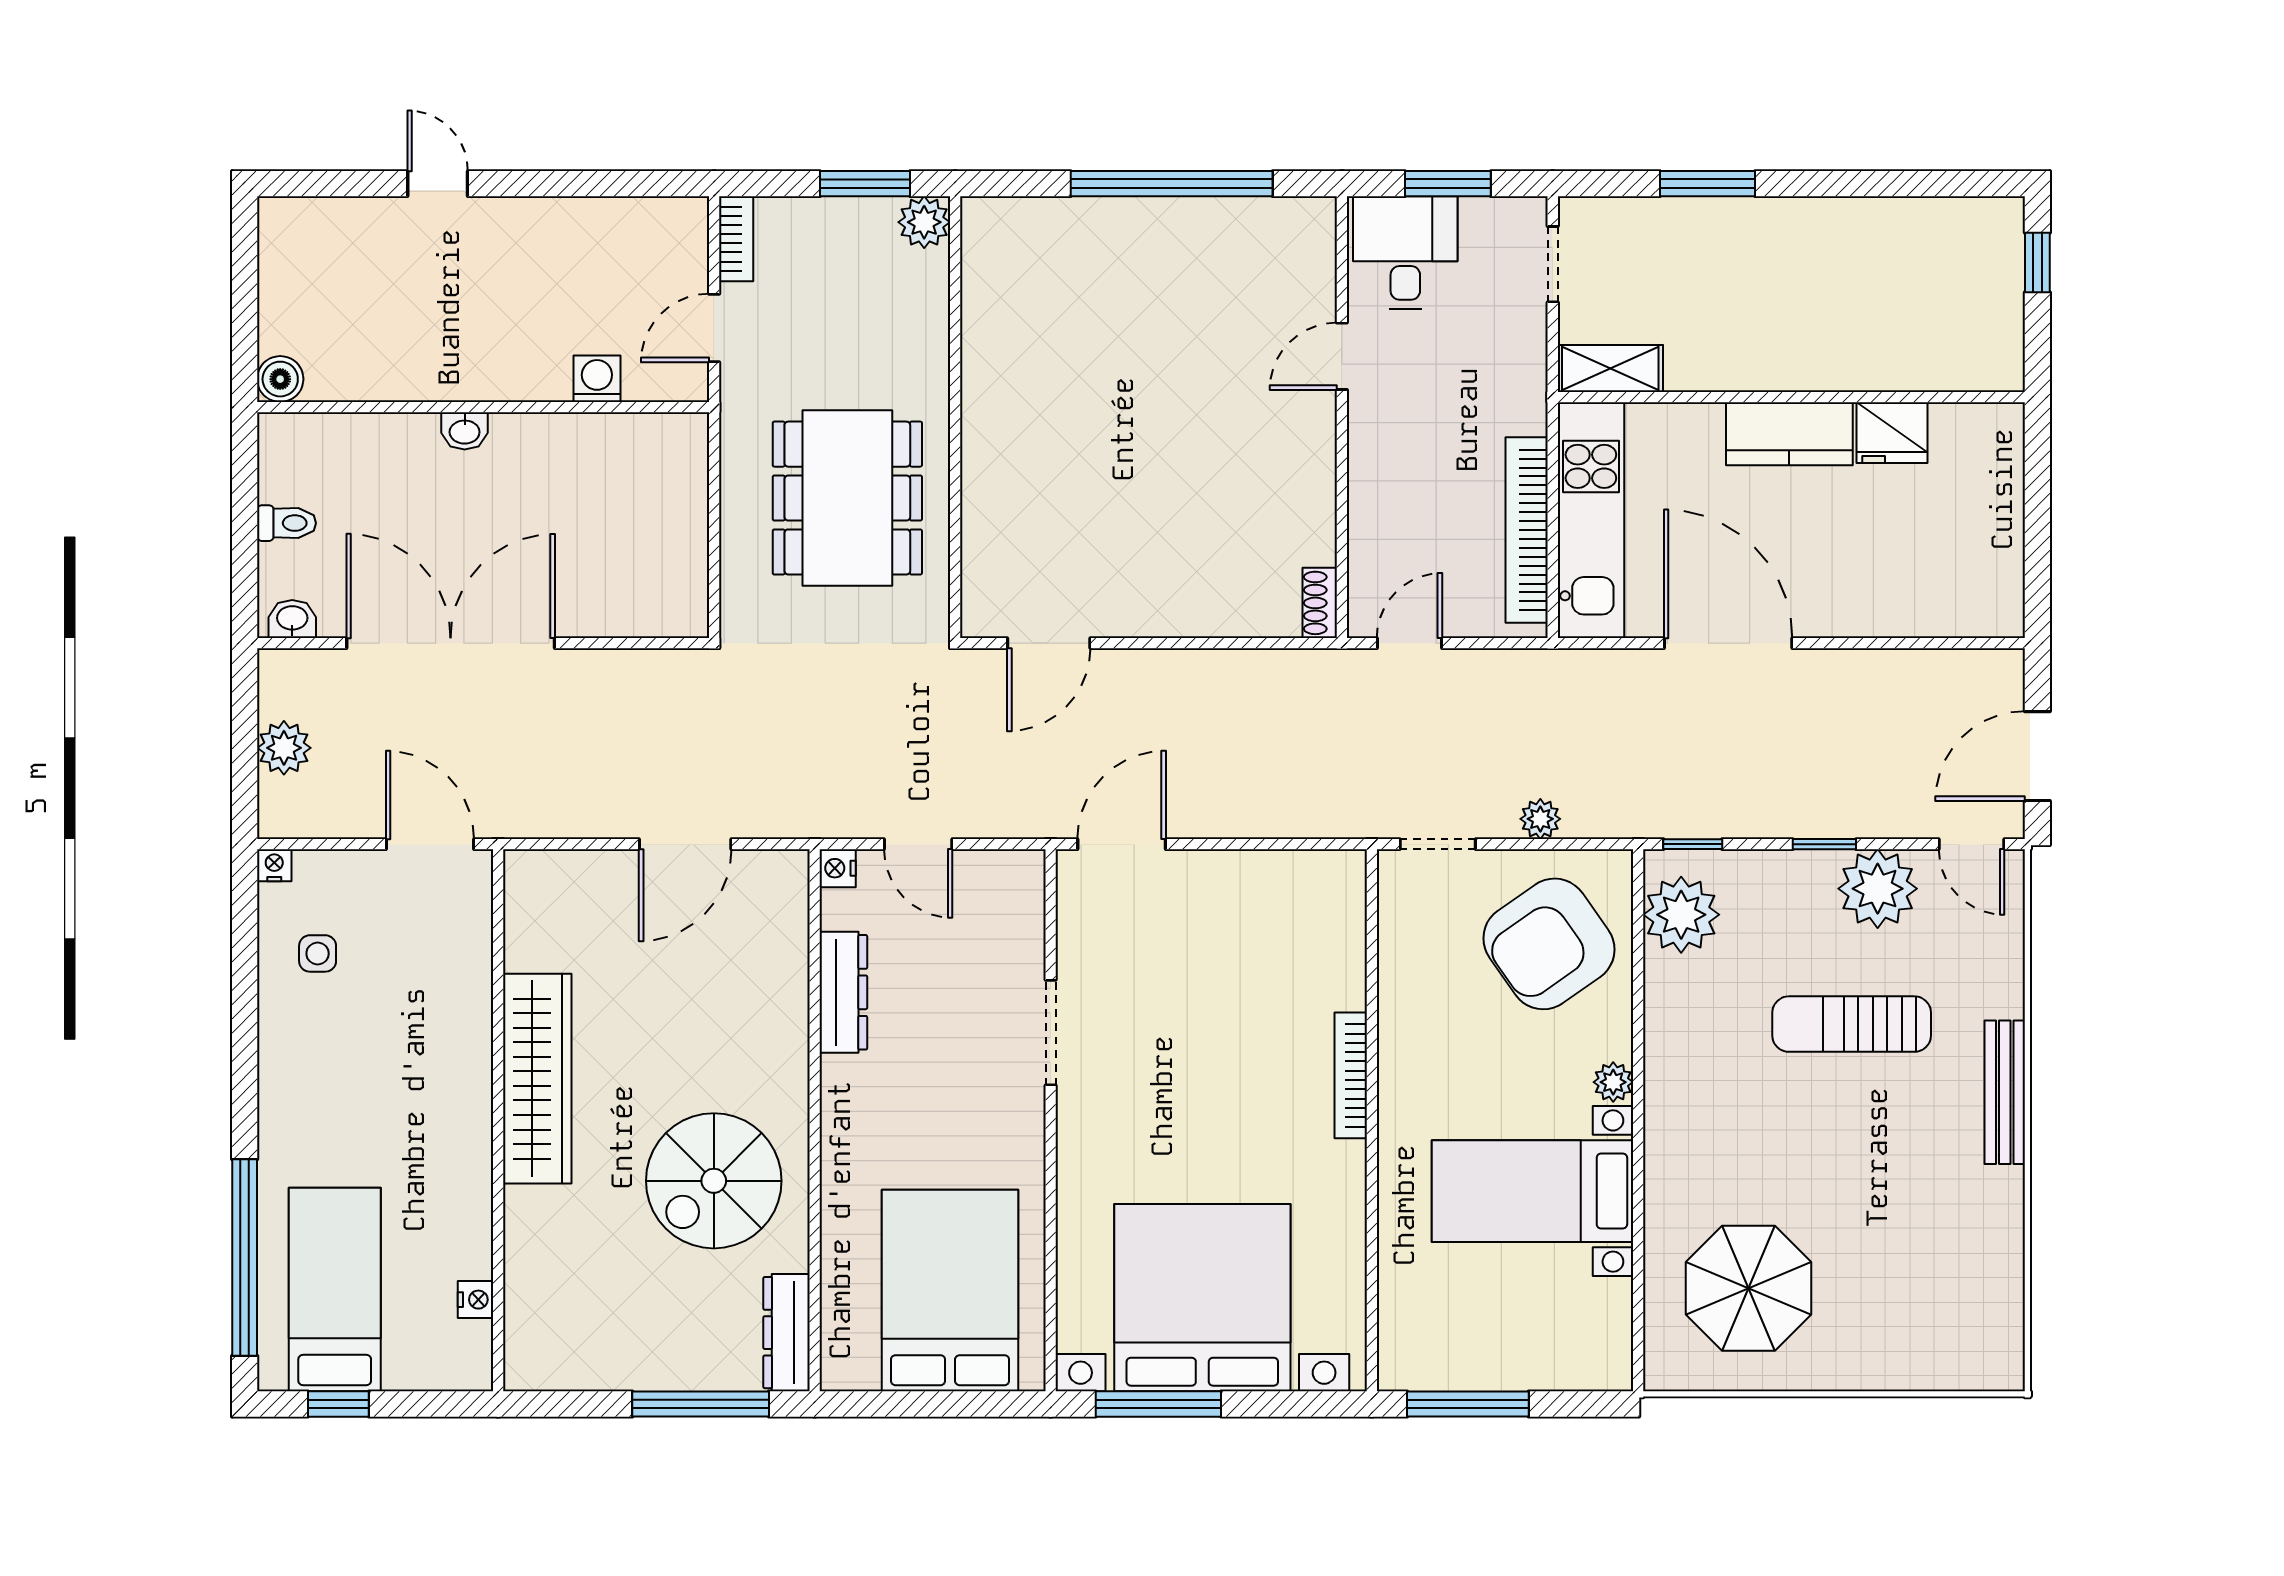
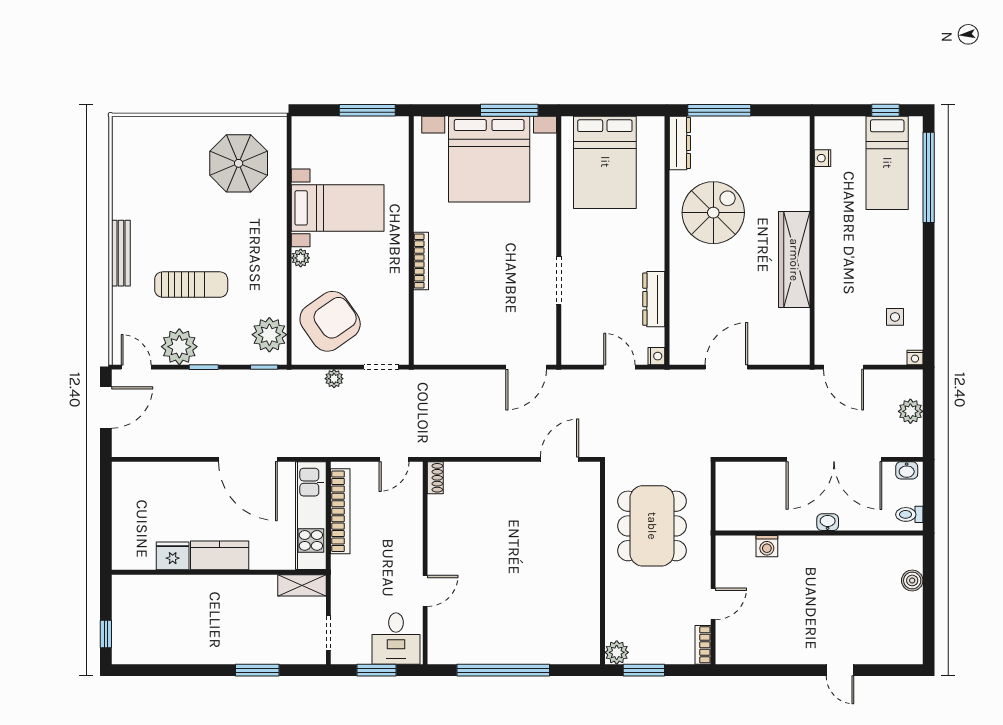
washing machine: (597, 379) -> (767, 546), moved
wall: (483, 407) -> (819, 533), moved
washbasin: (465, 431) -> (828, 522), moved

